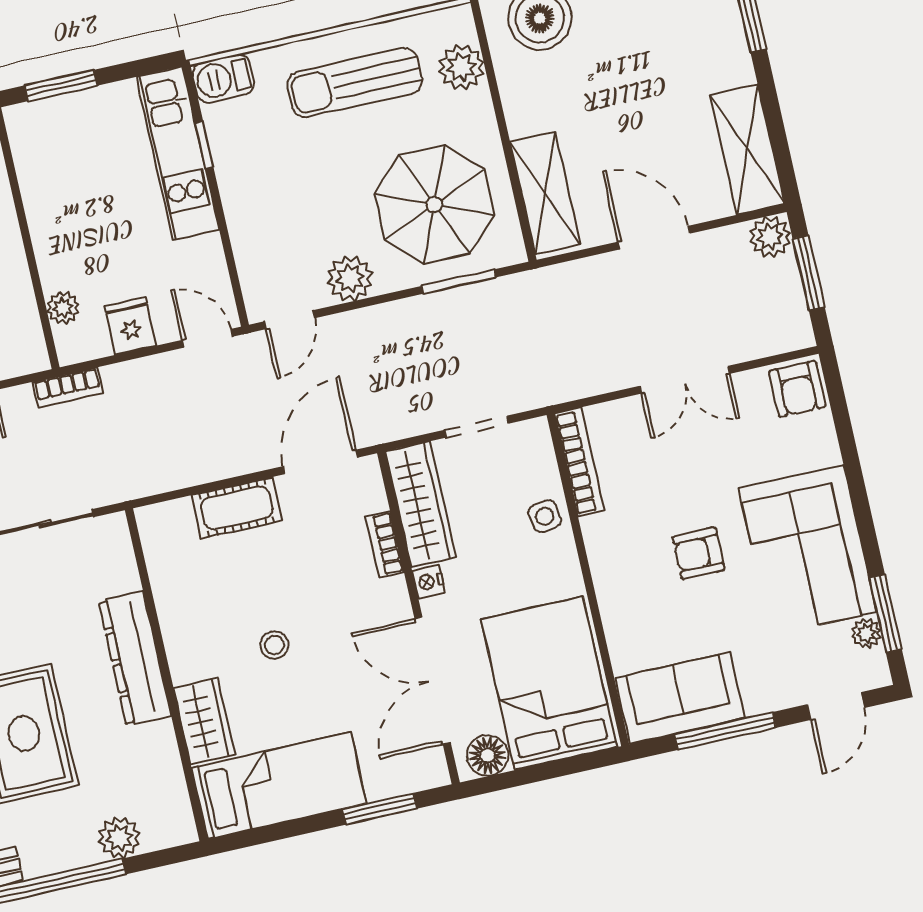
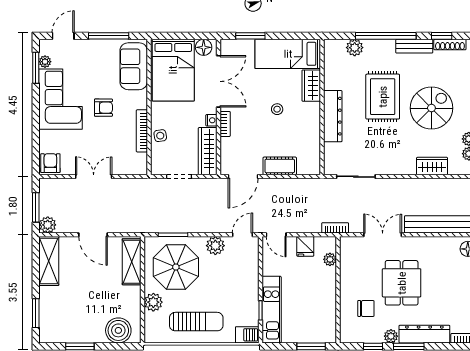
plant: (461, 67) -> (153, 302), moved
bookcase: (580, 462) -> (142, 131), moved
bookcase: (385, 544) -> (225, 124), moved
sofa: (680, 698) -> (134, 66), moved, turned 90

